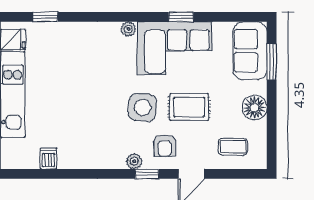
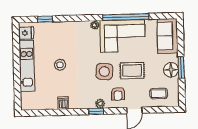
window: (181, 17) -> (126, 17), width x3.17
window: (272, 62) -> (181, 67), moved
stool: (68, 94) -> (60, 65), added
dishwasher: (48, 159) -> (63, 103), moved
window: (147, 174) -> (96, 111), moved

